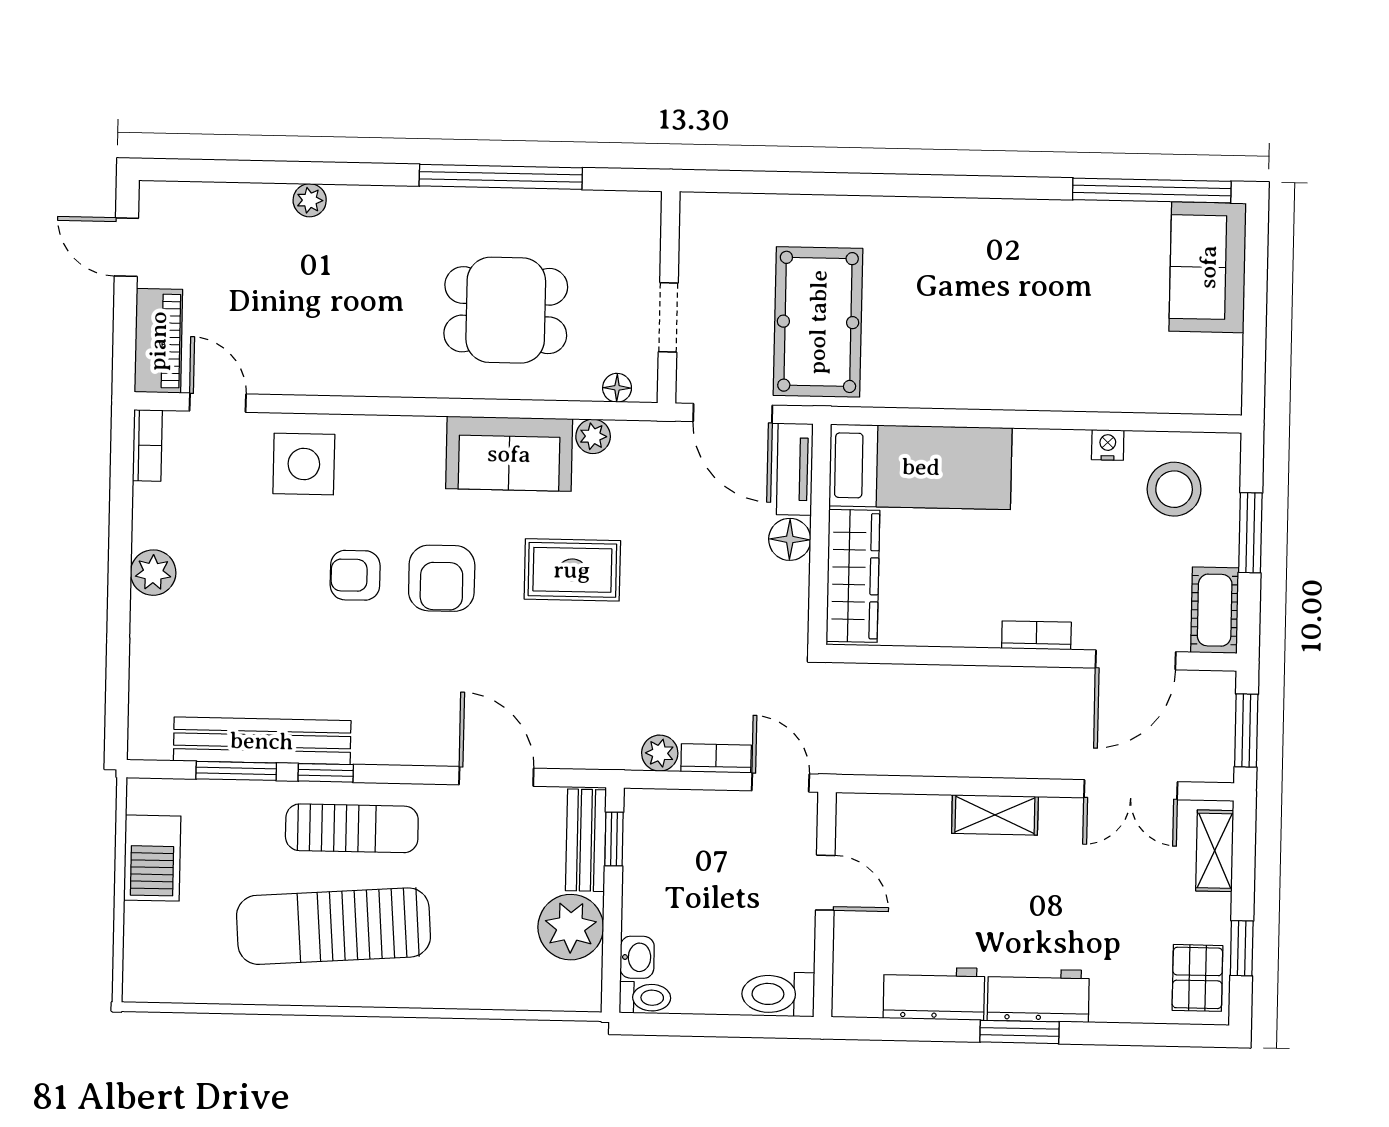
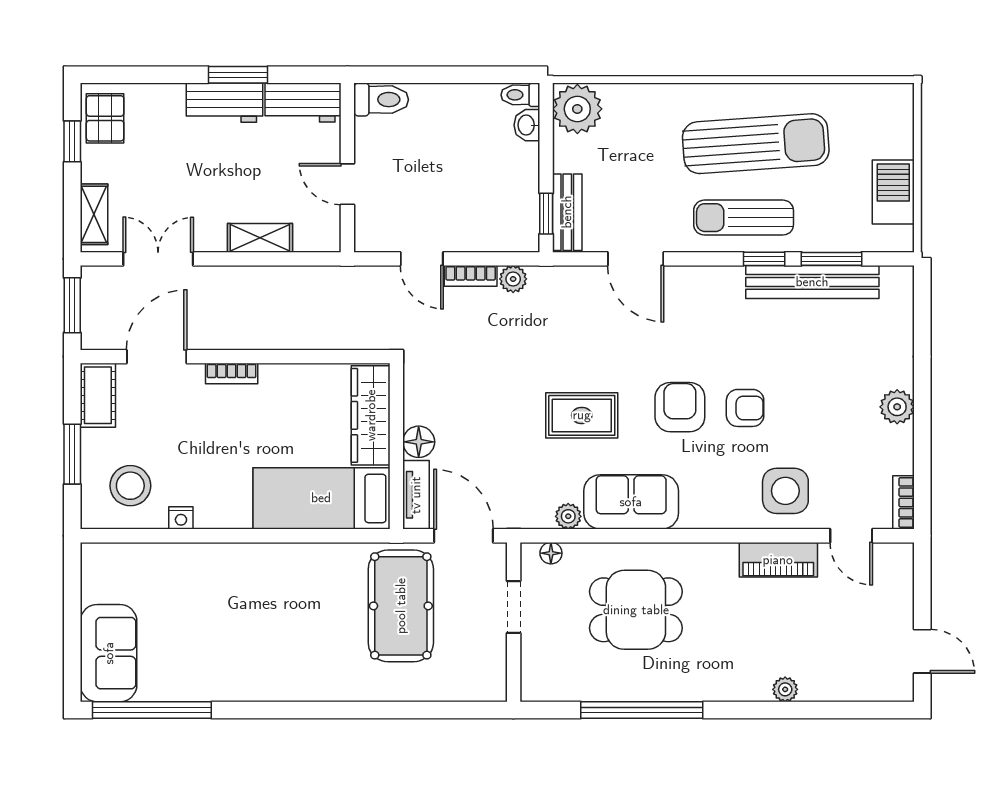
piano: (158, 341) -> (778, 560), moved, turned -90
door: (825, 883) -> (347, 184), moved
wall: (825, 904) -> (347, 168), moved
plant: (571, 927) -> (577, 109), moved
toilet: (778, 994) -> (381, 100), moved

